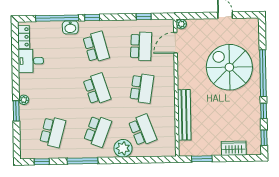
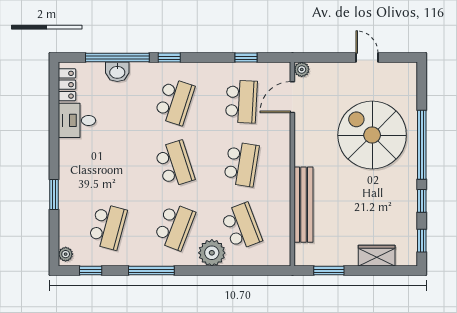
washbasin: (70, 27) -> (117, 72), moved
school desk: (96, 47) -> (175, 102), turned 33
plant: (24, 100) -> (66, 254), moved

